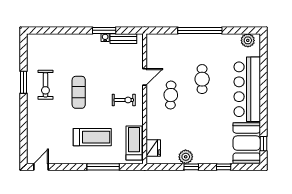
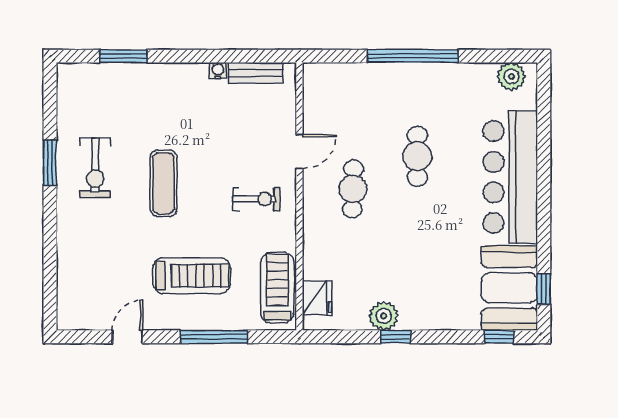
window: (104, 30) -> (123, 56), moved
door: (41, 167) -> (127, 337), moved
window: (224, 167) -> (499, 337), moved

